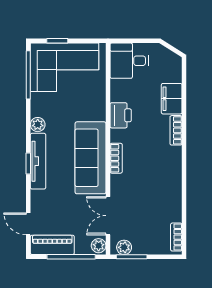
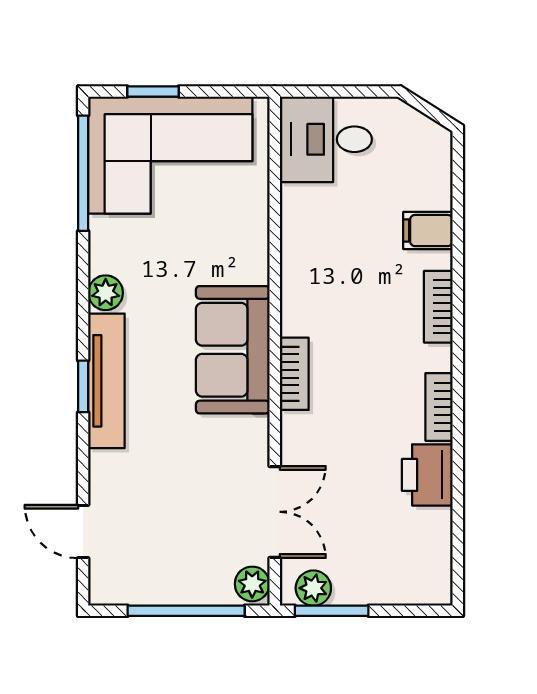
filing cabinet: (172, 99) -> (428, 231), width x0.50
printer: (121, 115) -> (427, 475), moved, turned 180
sofa: (91, 158) -> (233, 350), width x0.73
double door: (108, 216) -> (275, 512), swing flipped
bookcase: (176, 237) -> (439, 407), moved
piano: (52, 245) -> (141, 582), removed

